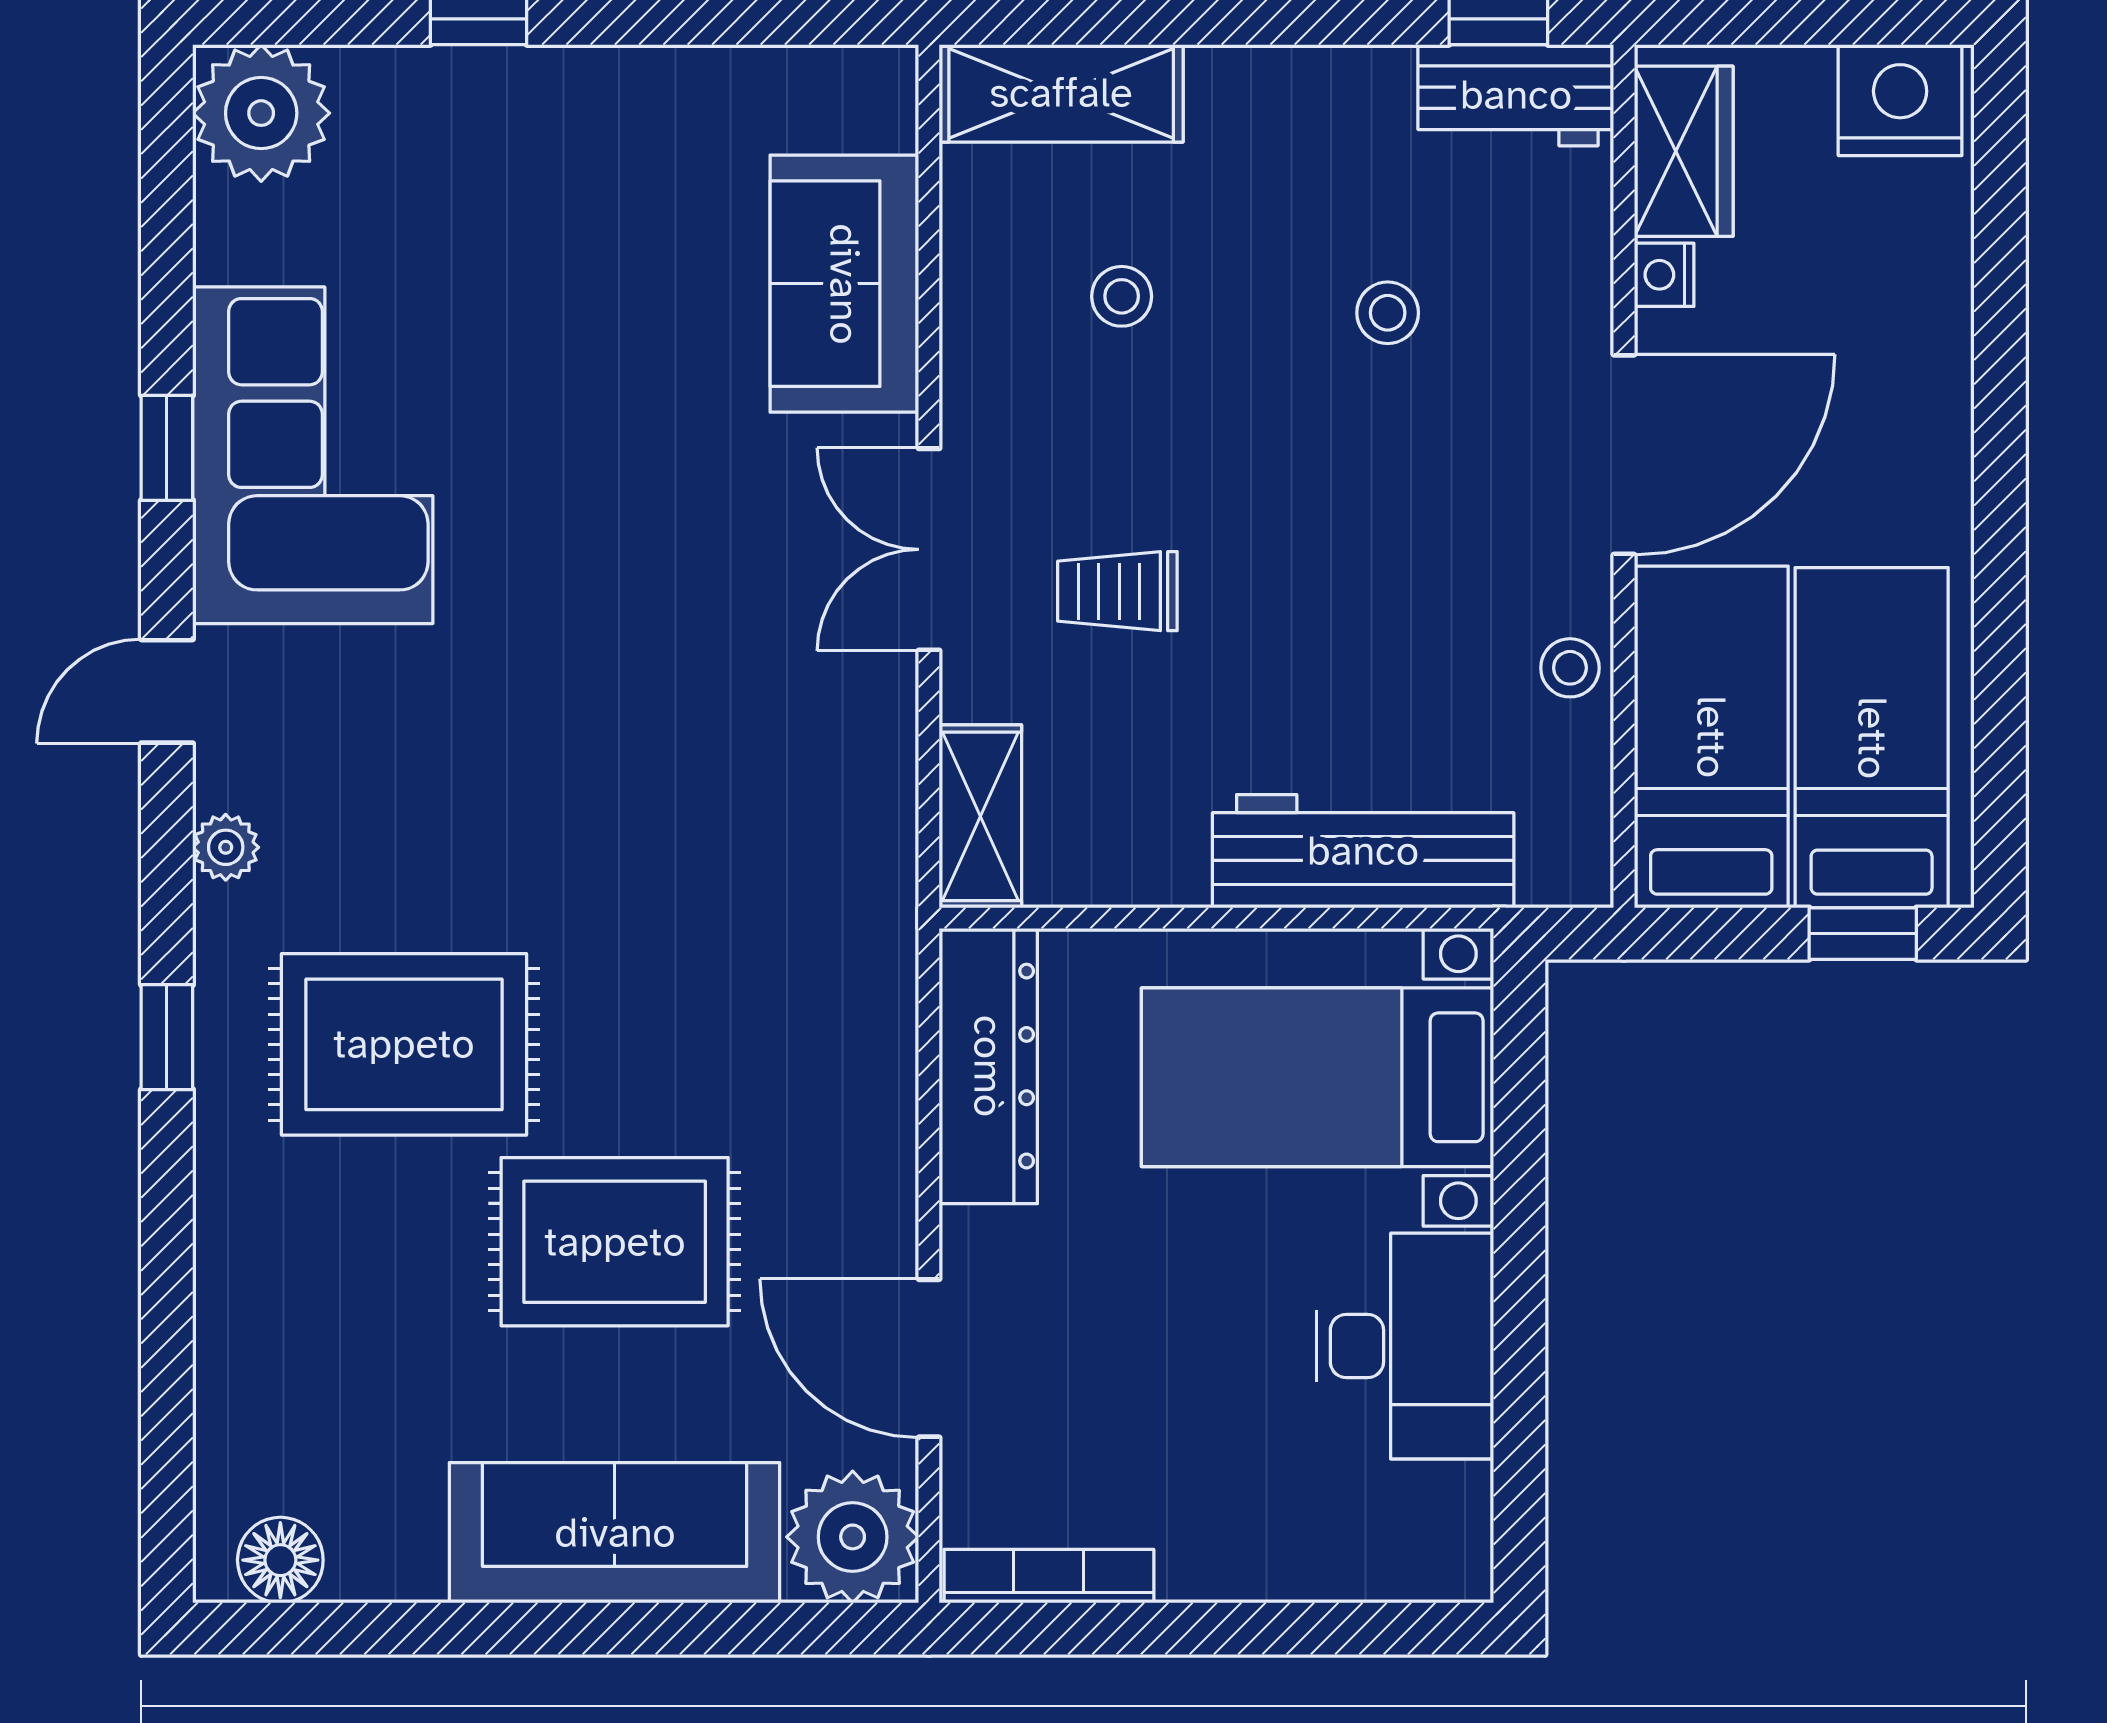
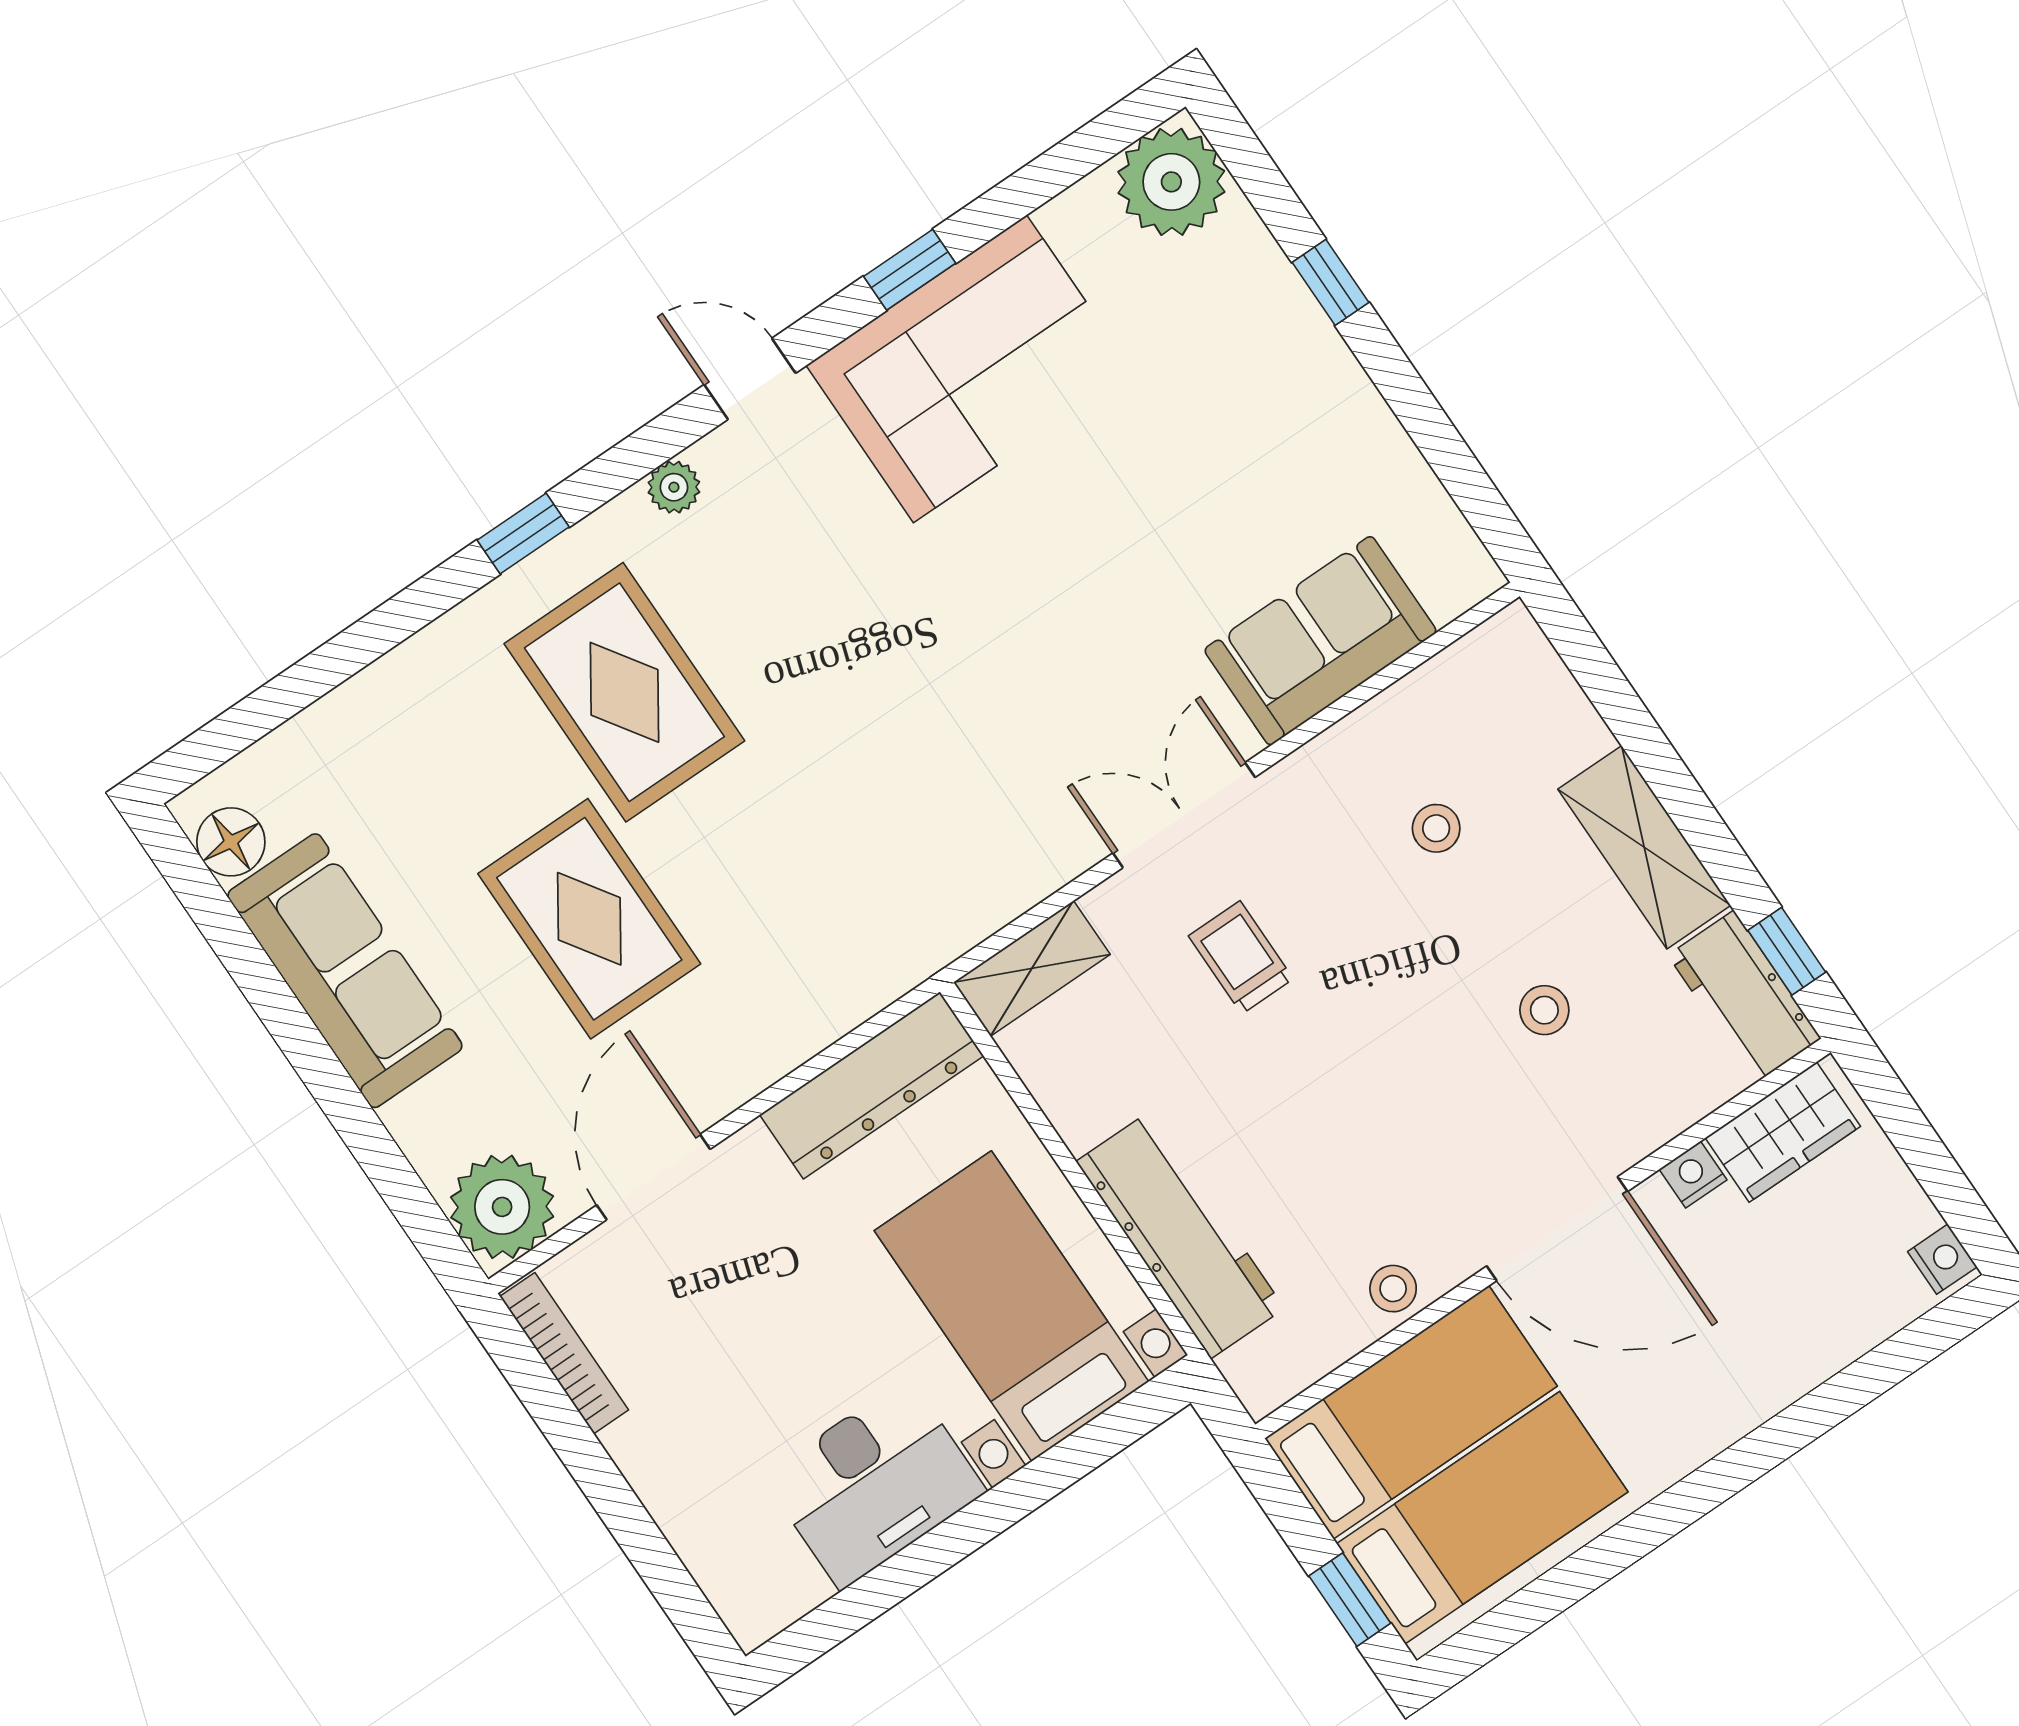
shelving: (1061, 93) -> (1644, 847), moved
nightstand: (1900, 100) -> (1942, 1259), width x0.53, depth x0.56
sofa: (615, 1533) -> (345, 971), moved

